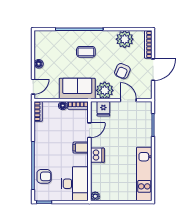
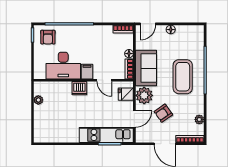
plant: (125, 39) -> (199, 119), width x0.53, depth x0.53
coffee table: (86, 52) -> (183, 77), width x1.86, depth x1.72
armchair: (122, 71) -> (163, 113), turned -58
door: (33, 87) -> (148, 24), hinge flipped
kitchen unit: (144, 174) -> (106, 135), moved
armchair: (44, 176) -> (48, 37), moved
desk: (75, 184) -> (63, 66), moved
plant: (95, 196) -> (38, 100), moved

